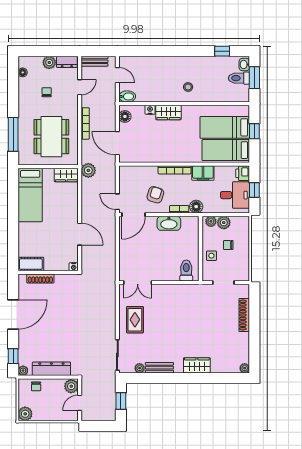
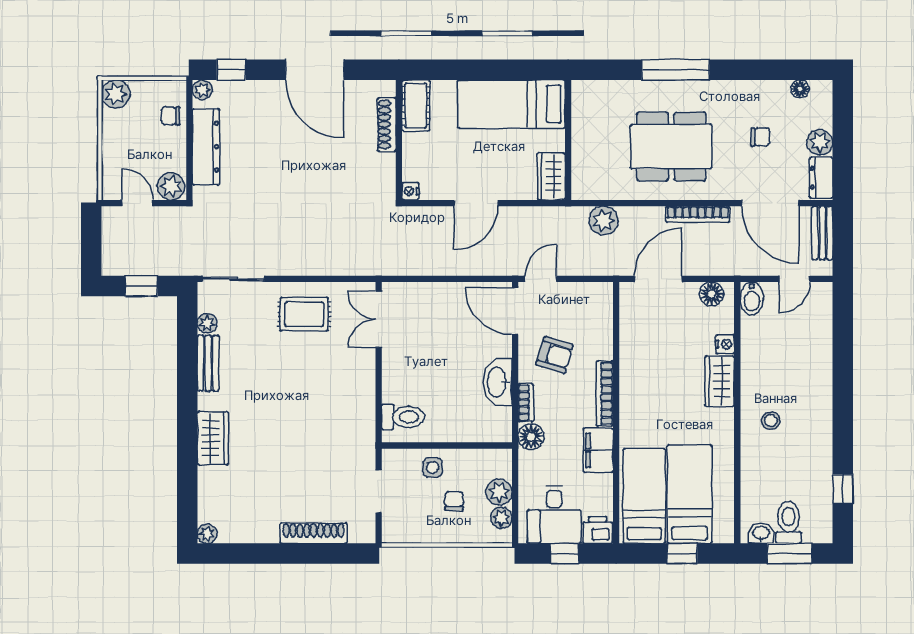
washbasin: (244, 64) -> (761, 533), moved
door: (80, 87) -> (770, 203), width x1.88
wall: (48, 167) -> (568, 140), moved
wardrobe: (66, 175) -> (551, 176), moved
bed: (30, 195) -> (511, 104), moved
plant: (211, 221) -> (501, 518), moved

